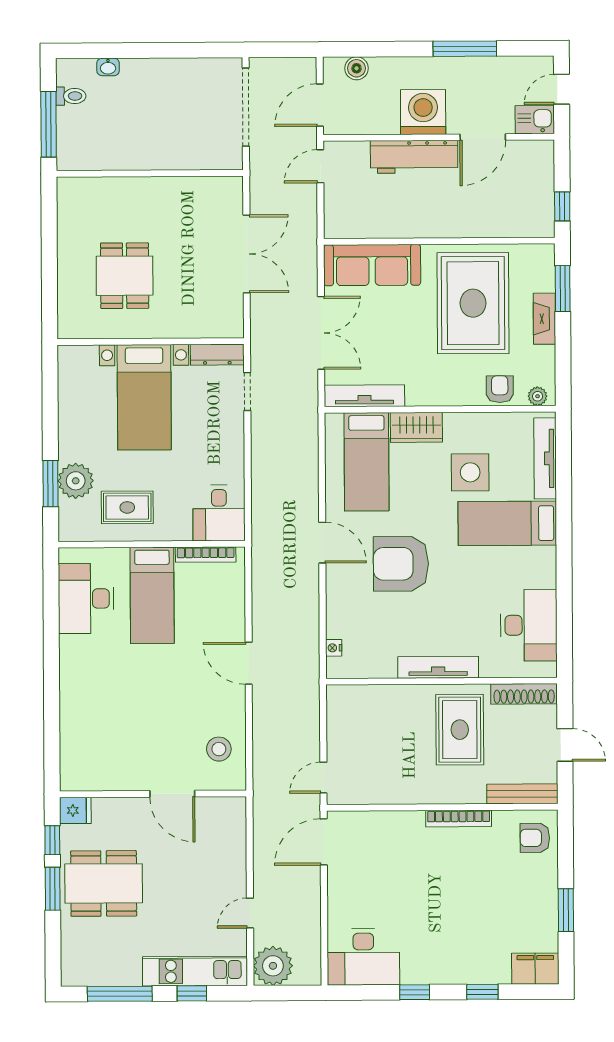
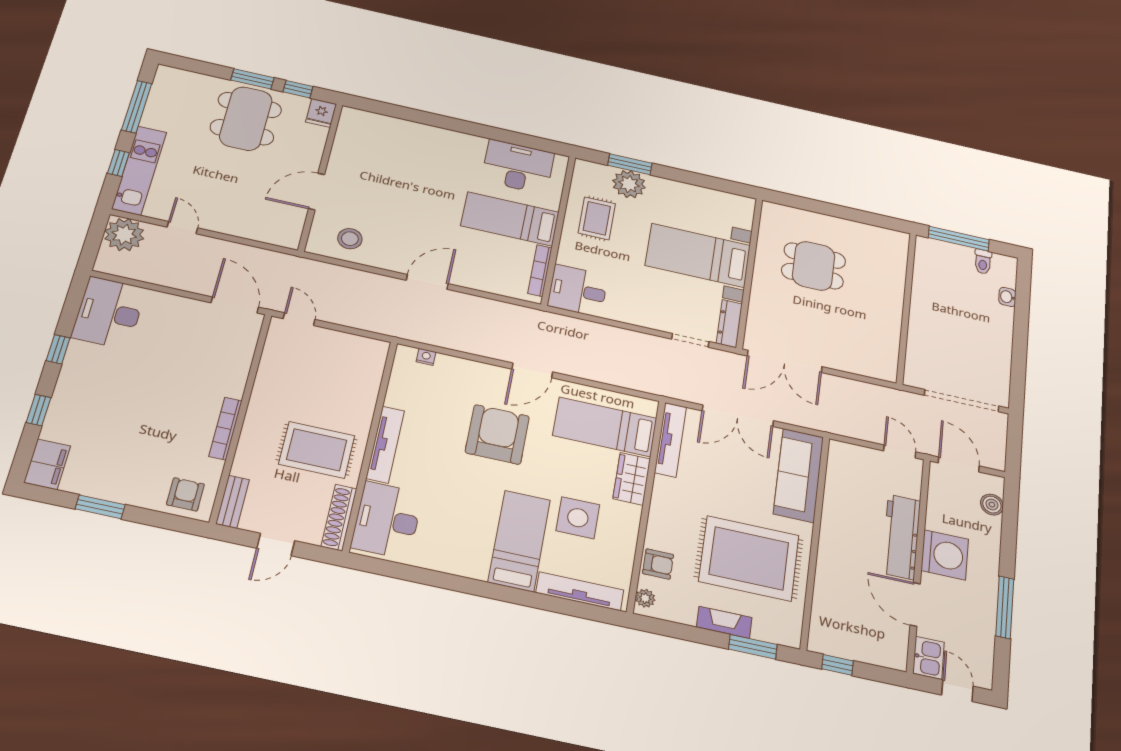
double door: (247, 254) -> (785, 361), moved
desk: (529, 625) -> (387, 520), moved, turned 90
bench: (522, 794) -> (233, 502), width x0.73

